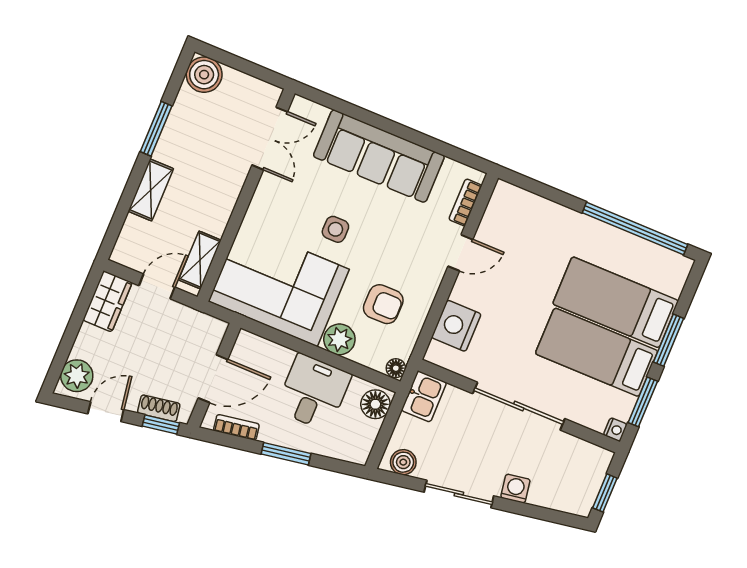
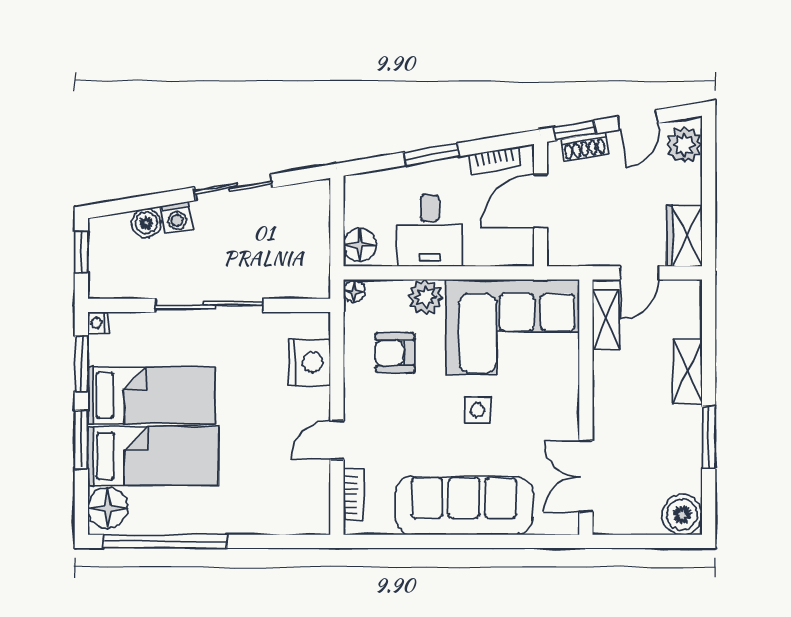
floor lamp: (670, 275) -> (108, 508), added
kitchen sink: (424, 396) -> (312, 274), removed
boiler: (403, 462) -> (146, 223), moved

